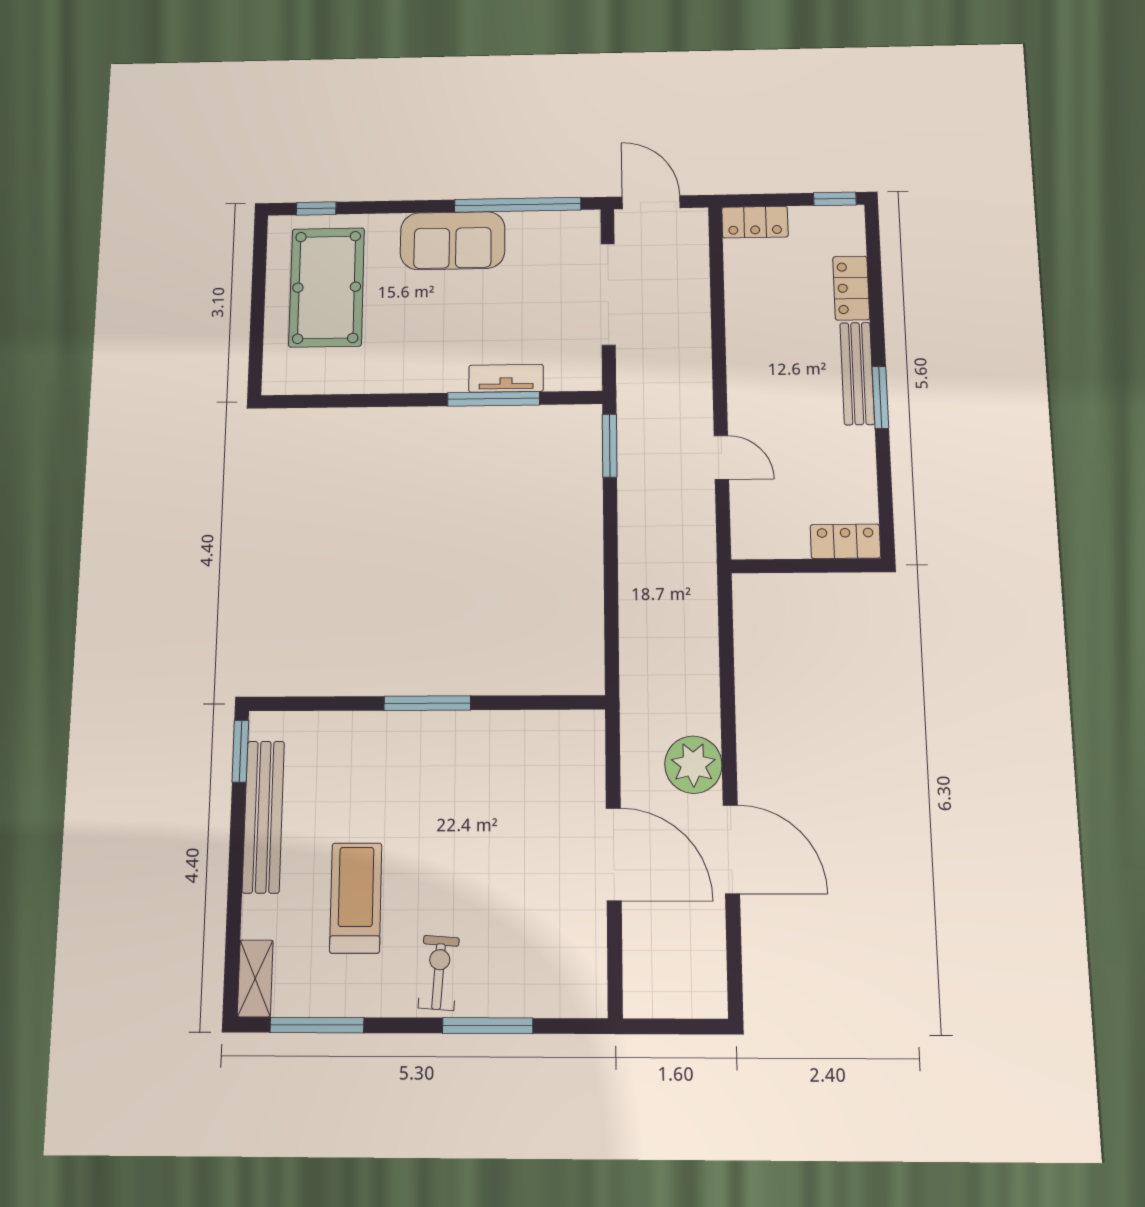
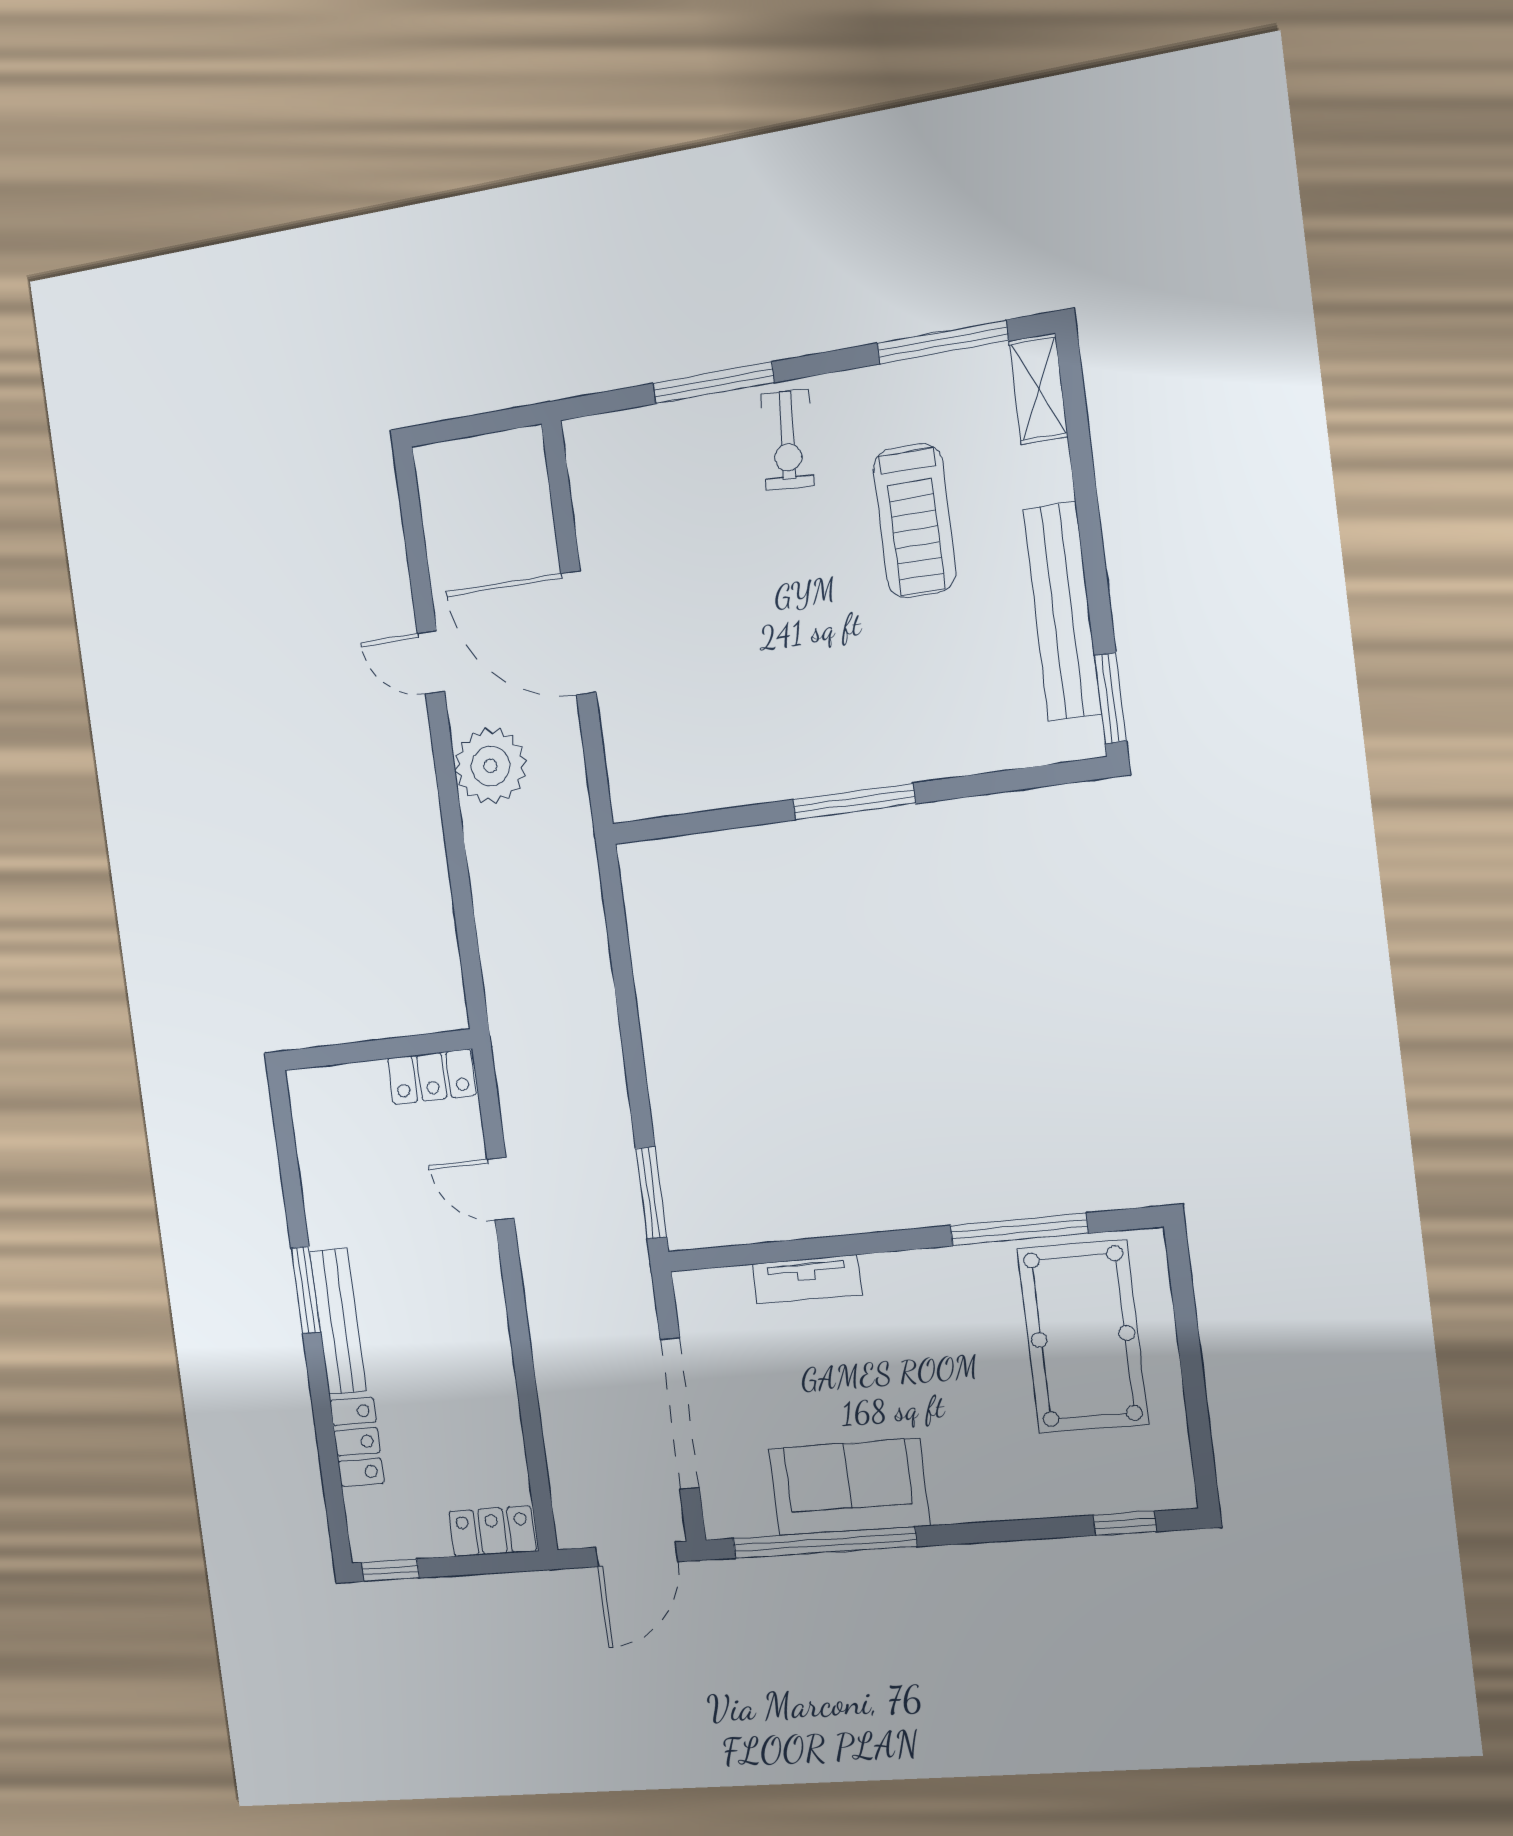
door: (651, 202) -> (637, 1554), hinge flipped
sofa: (453, 241) -> (849, 1487), moved
pool table: (327, 287) -> (1083, 1336), moved
window: (494, 399) -> (1019, 1229), moved
locker: (845, 541) -> (432, 1077), moved
door: (731, 849) -> (431, 662), width x0.53

